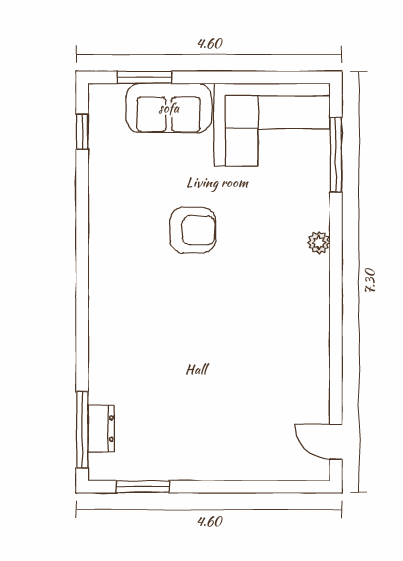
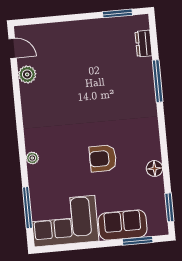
window: (82, 132) -> (169, 207), width x1.50
floor lamp: (102, 204) -> (154, 168), added
plant: (314, 393) -> (27, 74), added
window: (82, 430) -> (158, 81), moved

